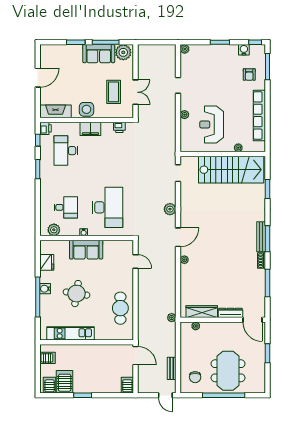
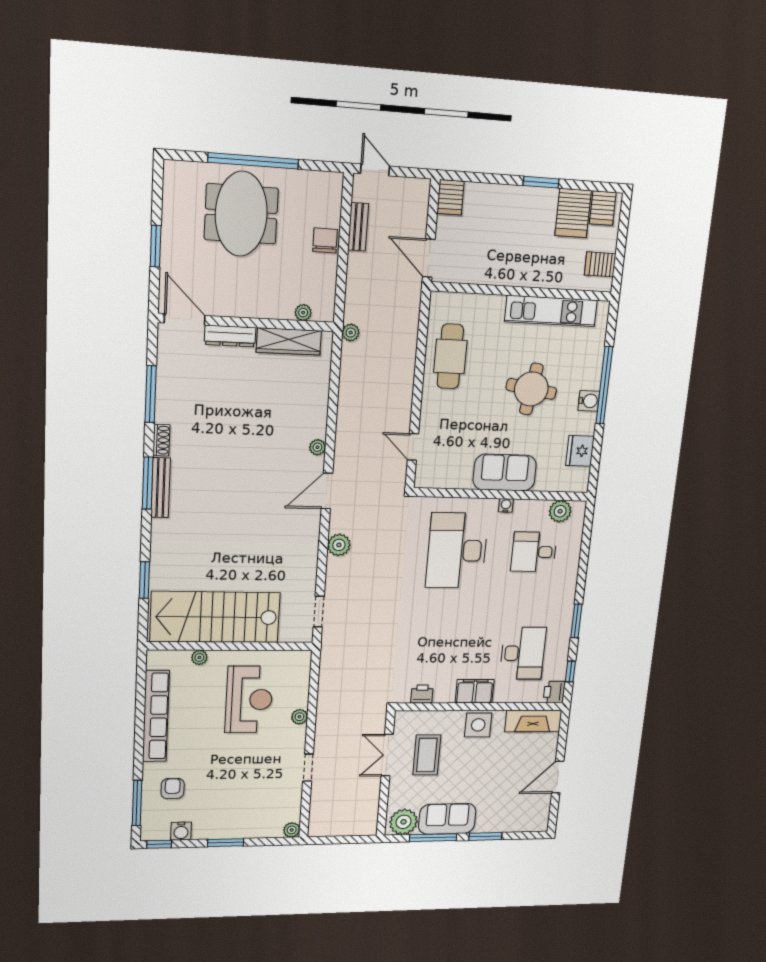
chair: (195, 377) -> (325, 240), moved

